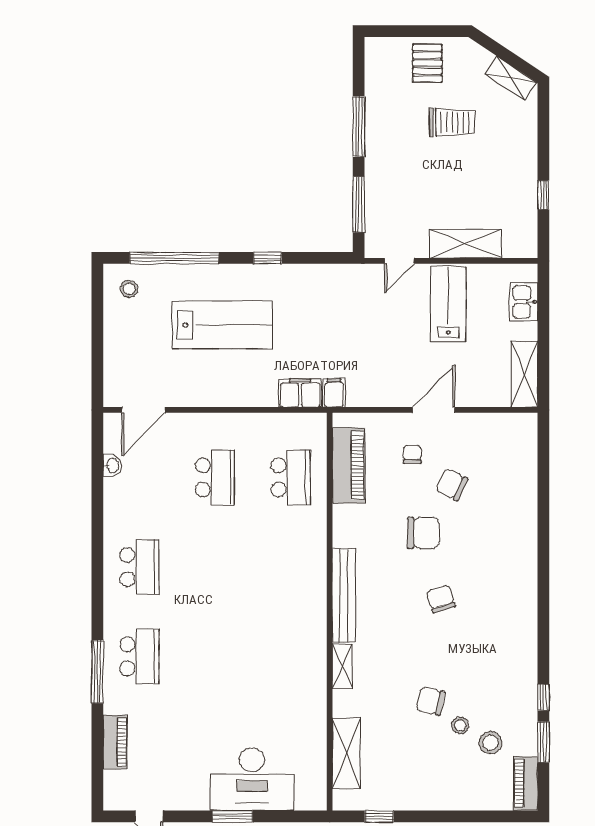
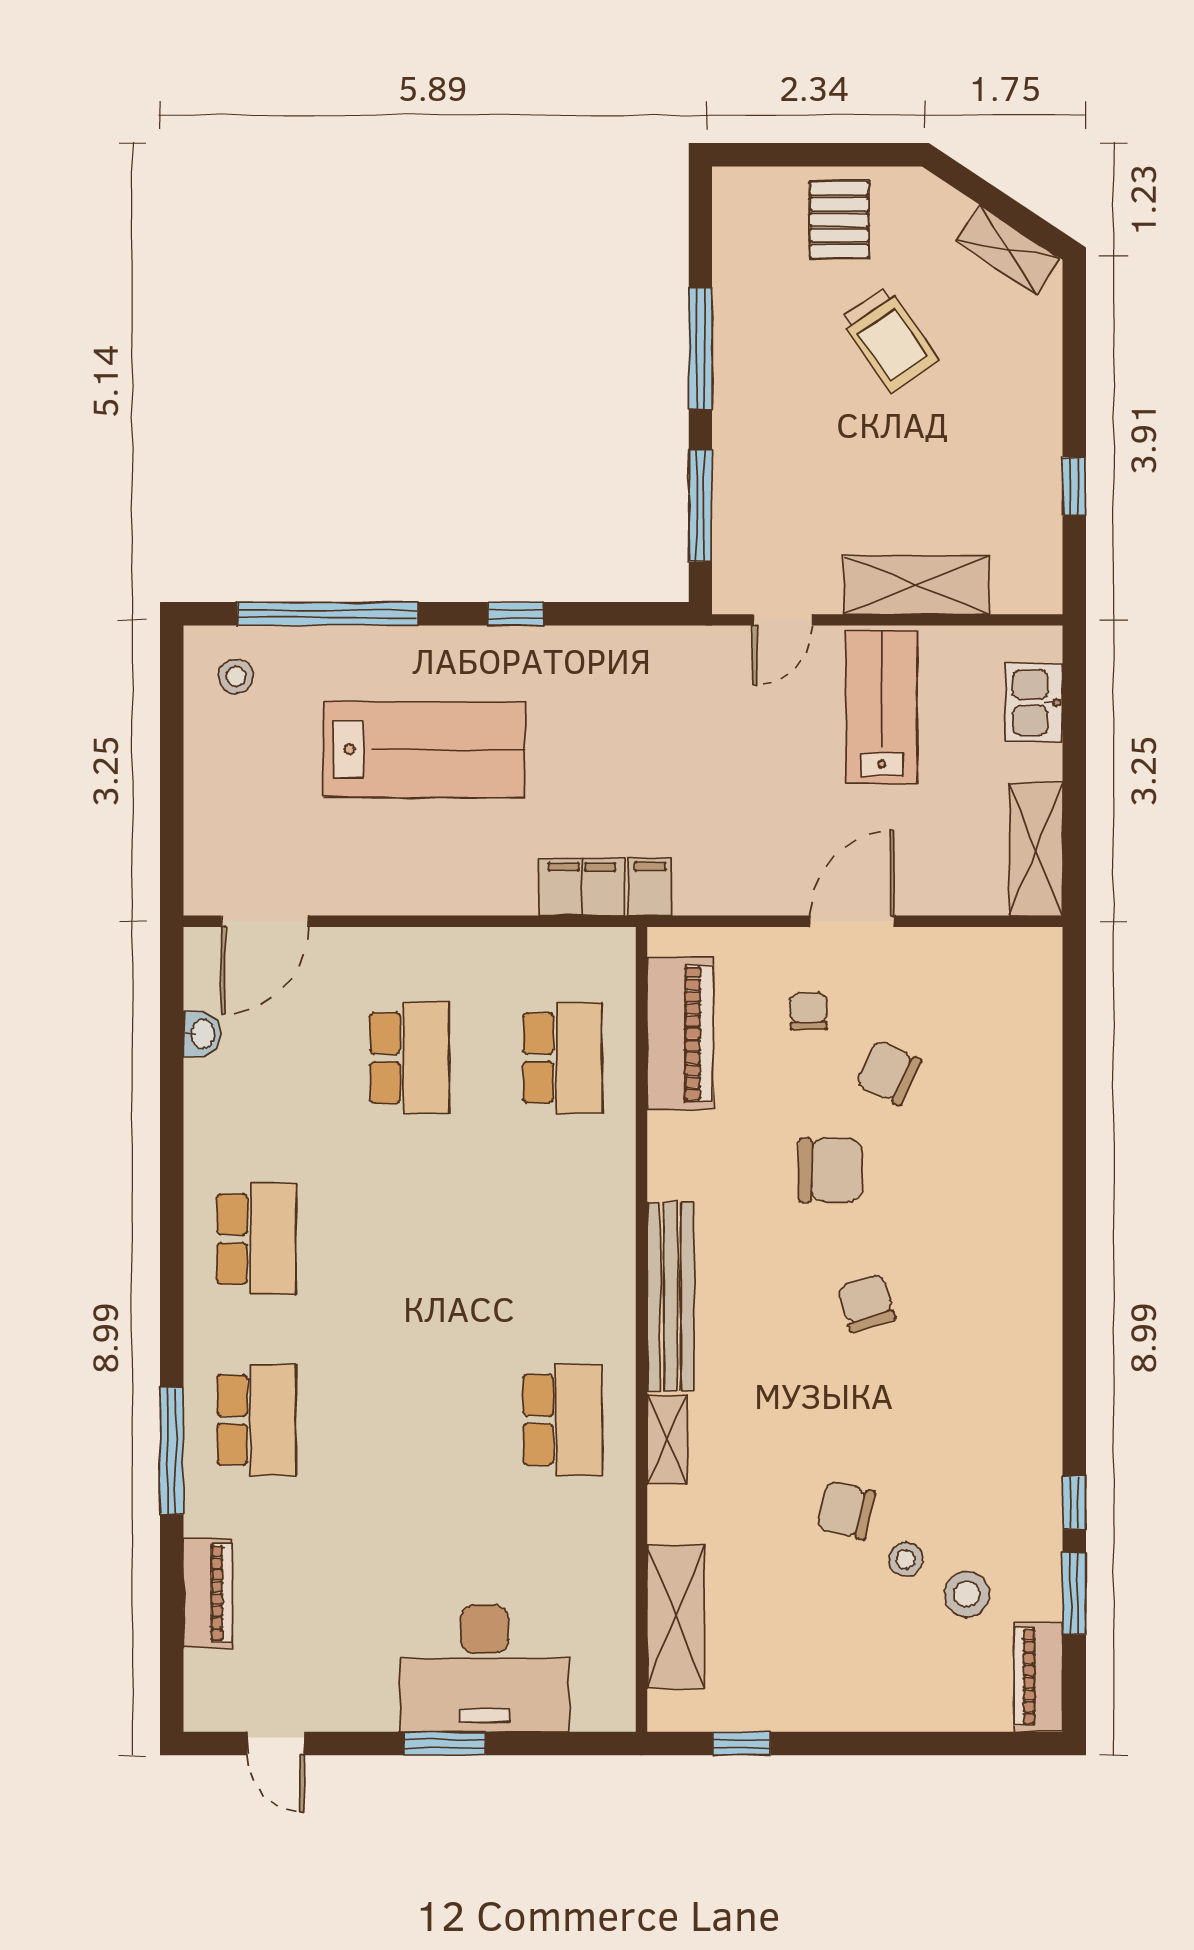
trolley: (452, 122) -> (889, 339), turned 56
school desk: (291, 656) -> (563, 1420), added

